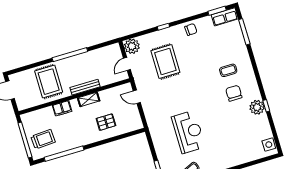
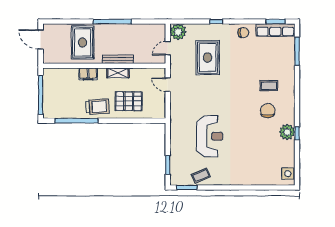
row of seats: (225, 17) -> (275, 30), width x1.48
pallet: (106, 122) -> (129, 101), width x1.50, depth x1.42
trolley: (43, 139) -> (98, 107), moved

